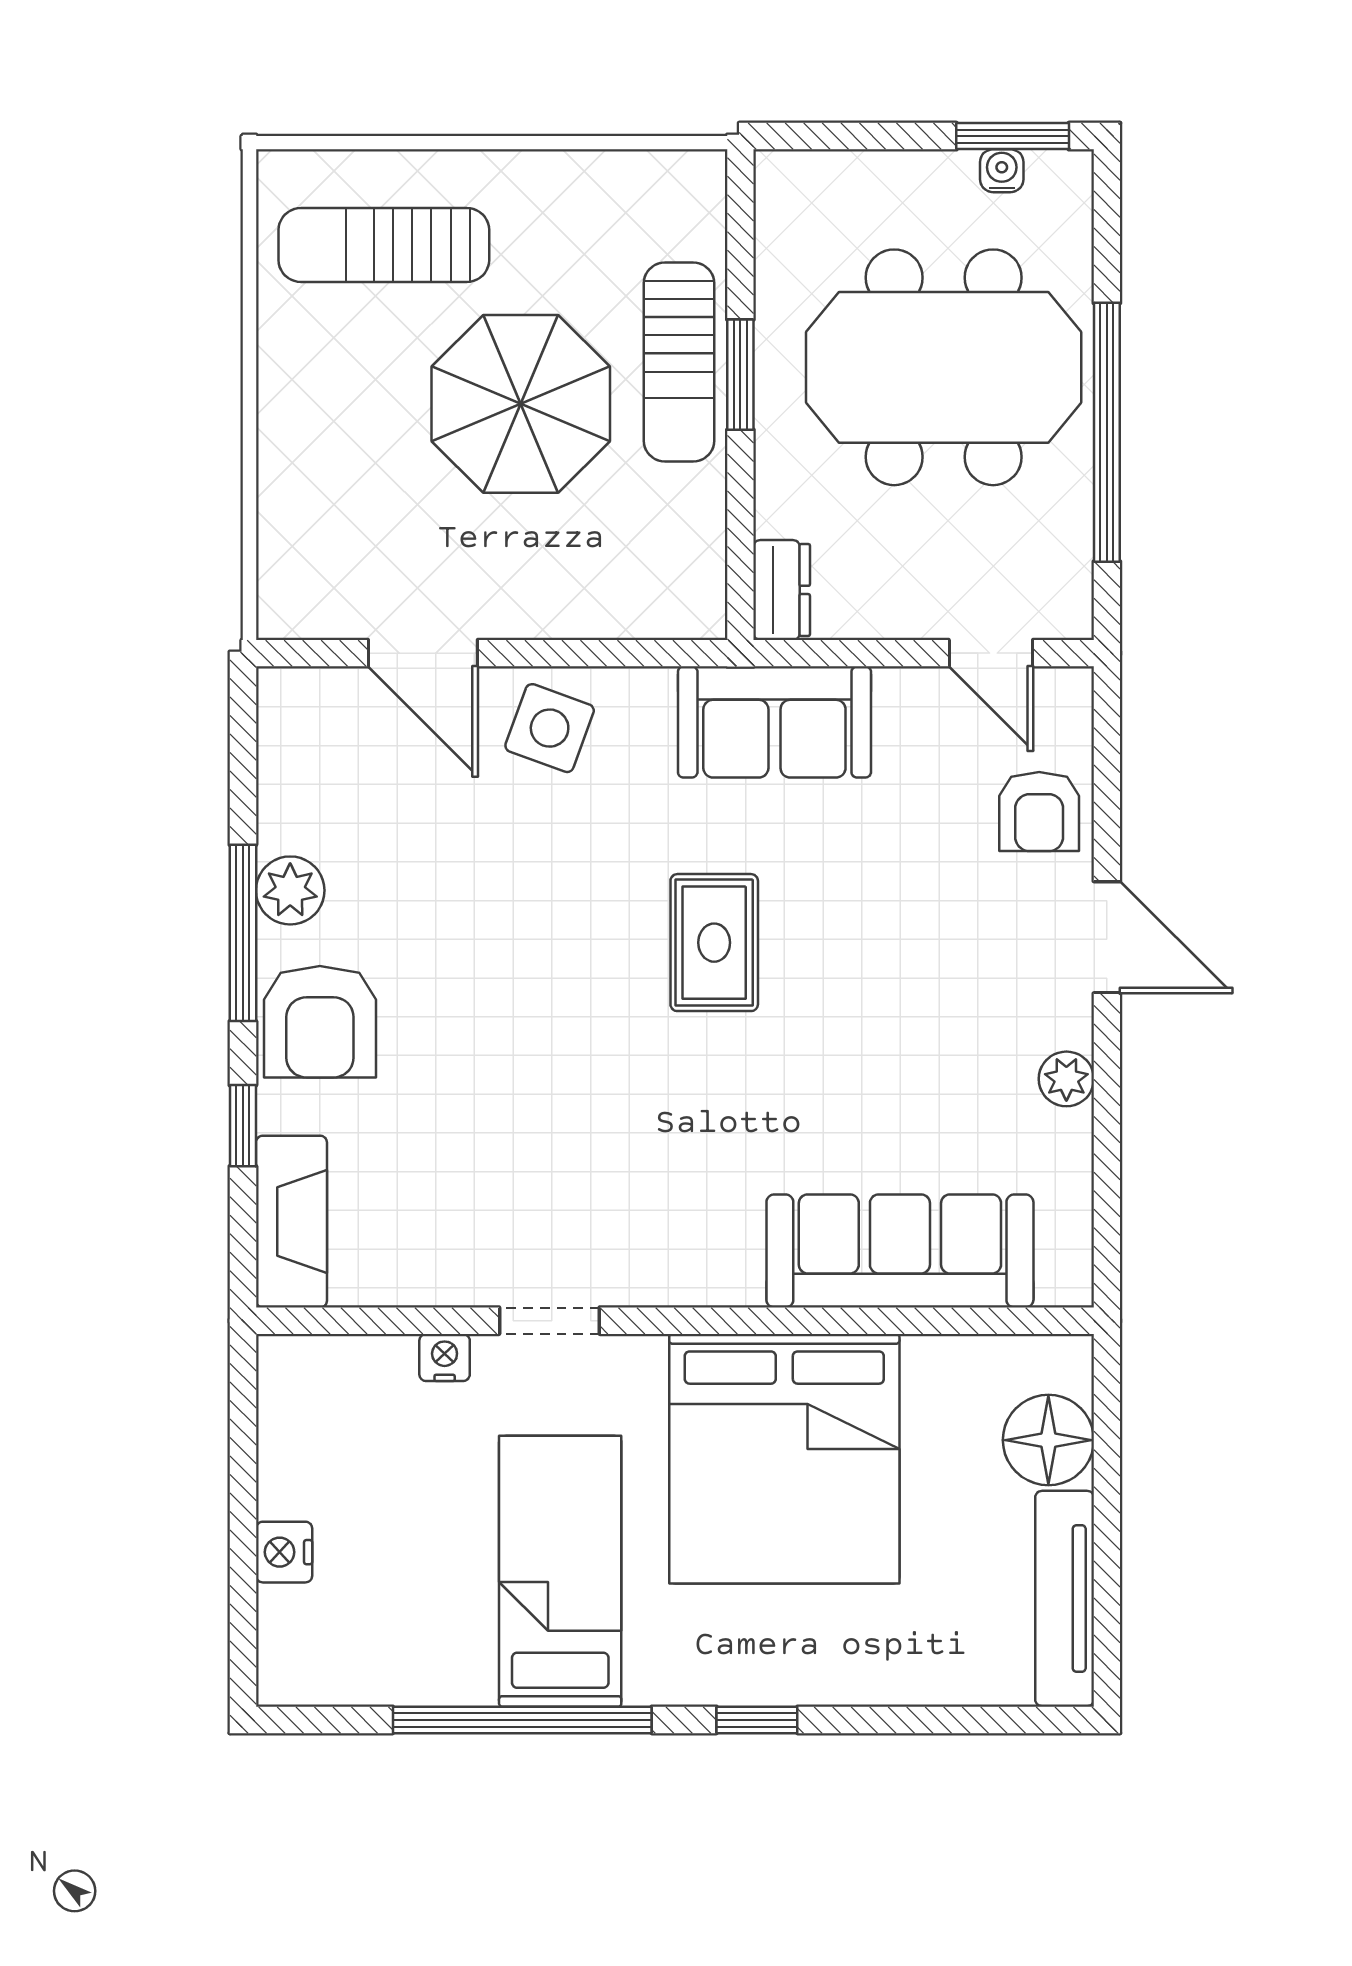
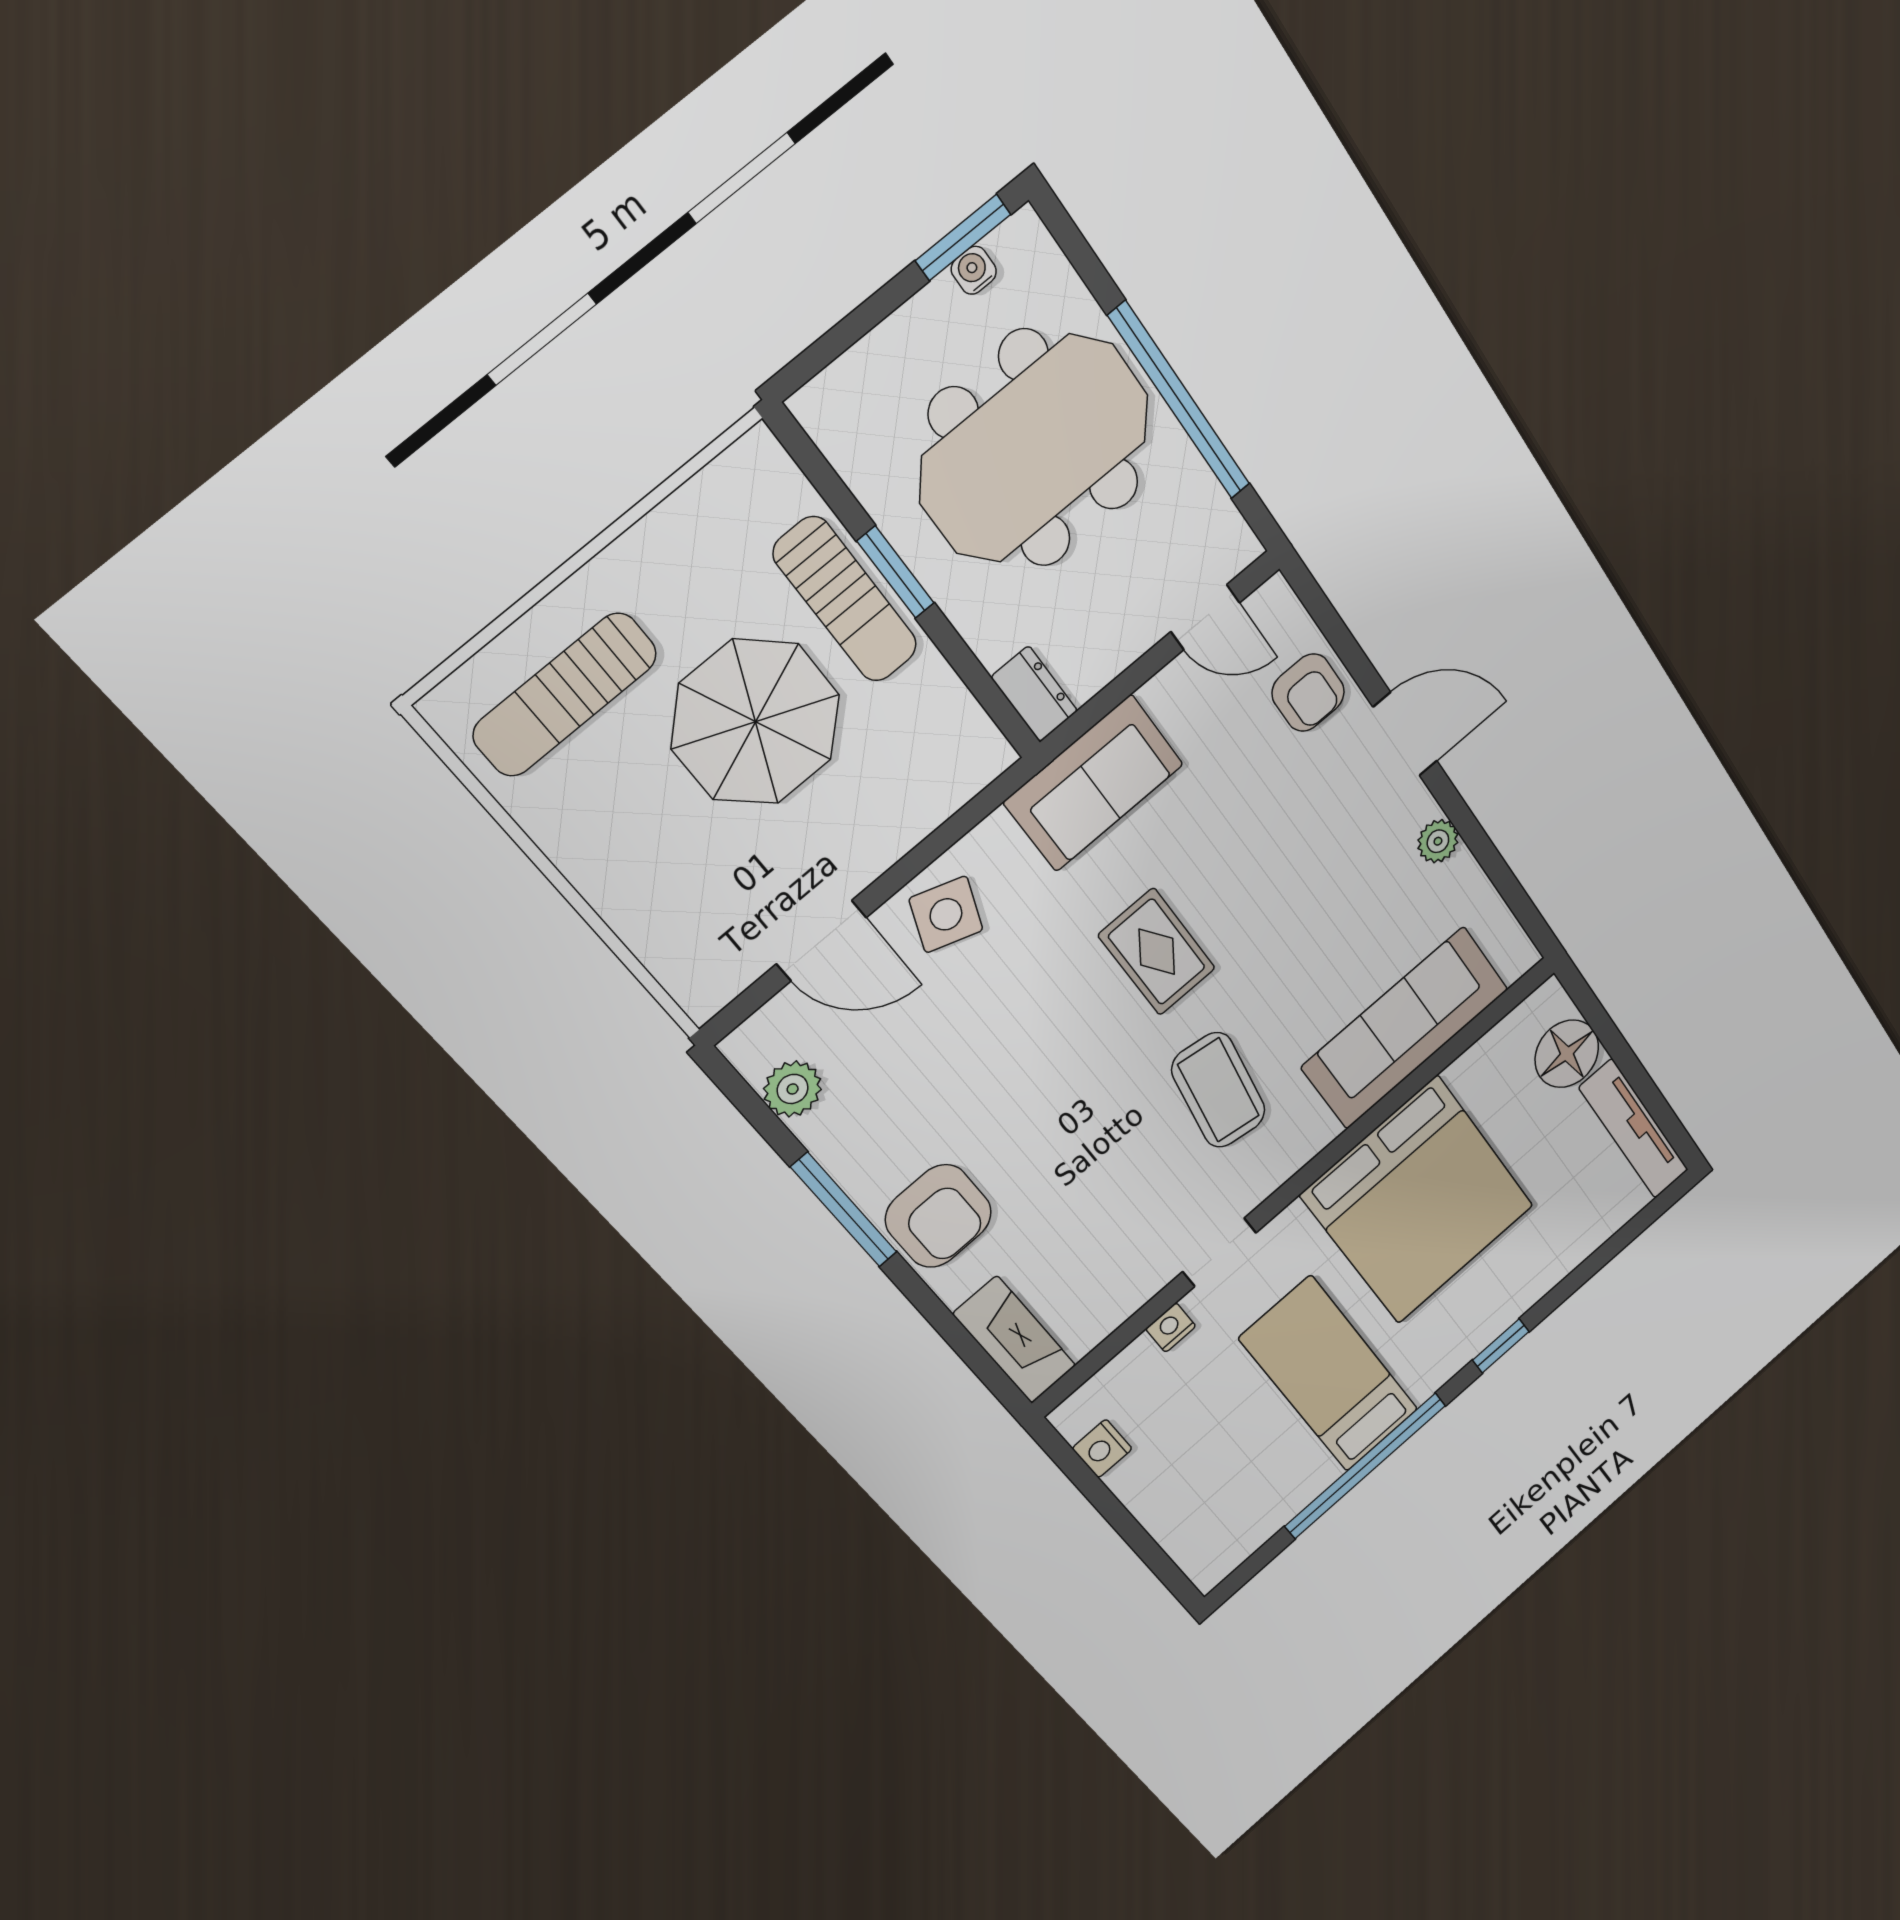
plant: (290, 890) -> (793, 1089), moved
window: (243, 1126) -> (939, 1316), removed
coffee table: (671, 1143) -> (1218, 1090), added
nightstand: (284, 1552) -> (1102, 1449), moved

